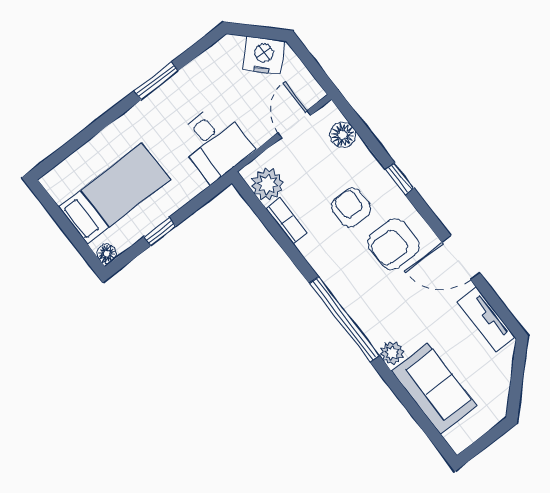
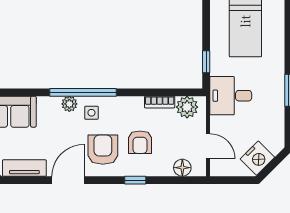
armchair: (351, 208) -> (140, 142), turned 90
window: (160, 231) -> (206, 62), moved
side table: (361, 291) -> (91, 113), added
plant: (392, 353) -> (69, 104), moved

